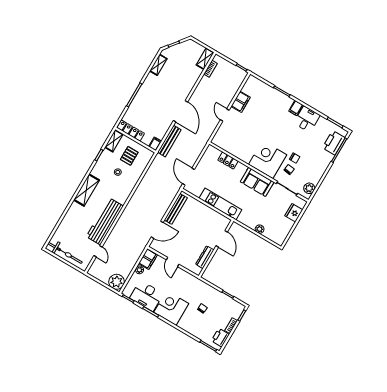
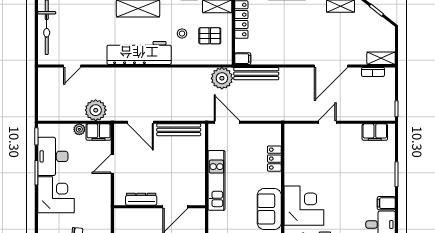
filing cabinet: (241, 102) -> (375, 132), moved
door: (180, 111) -> (331, 66), moved
plant: (160, 164) -> (222, 78), added
door: (189, 177) -> (227, 122), hinge flipped
workbench: (105, 221) -> (139, 53), moved
plant: (117, 282) -> (96, 110), moved

